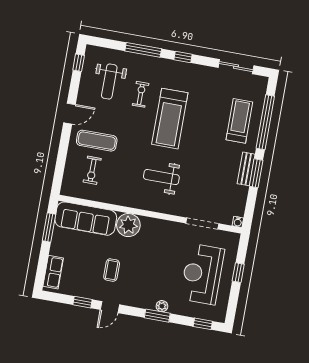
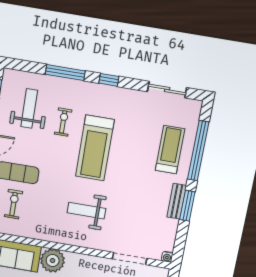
weight bench: (109, 82) -> (29, 108), turned 180
exercise bike: (92, 170) -> (13, 204), turned 180

